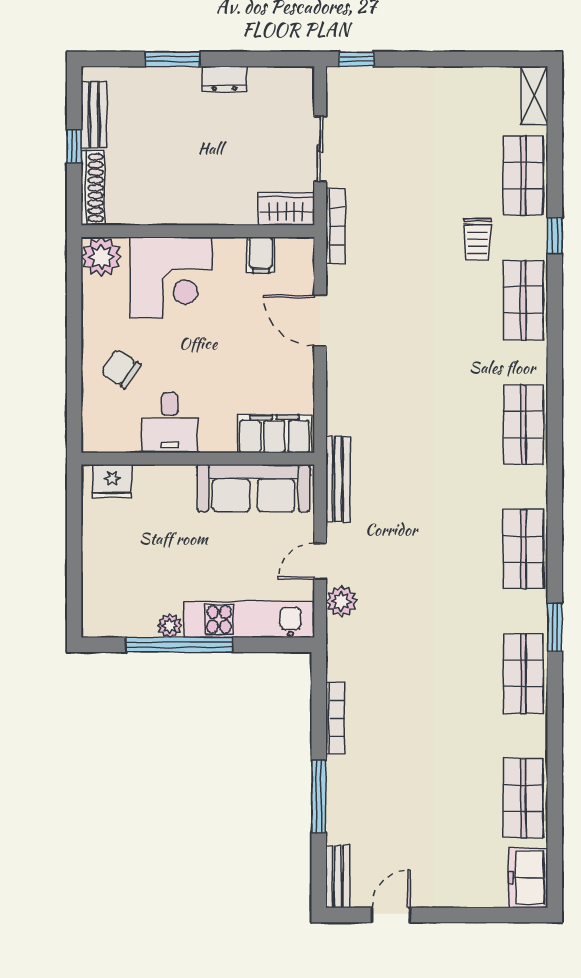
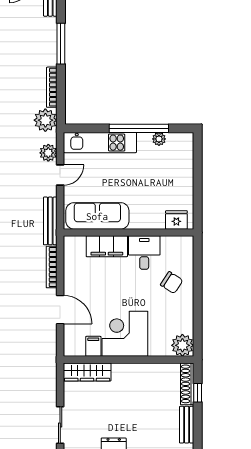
window: (74, 146) -> (198, 393), moved
sliding door: (320, 149) -> (60, 425), moved
wardrobe: (286, 209) -> (87, 372), width x1.50
bookcase: (335, 226) -> (52, 267), moved
corner desk: (171, 277) -> (125, 334), moved
filing cabinet: (274, 434) -> (107, 246), moved
plant: (170, 626) -> (159, 139), moved
plant: (346, 659) -> (45, 120), added

